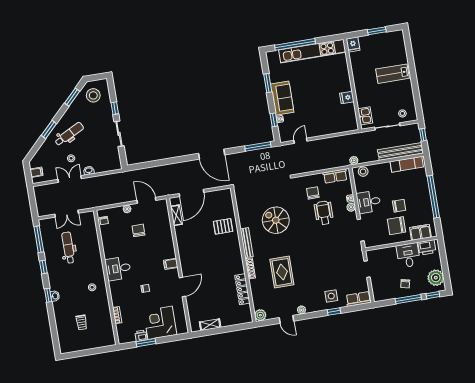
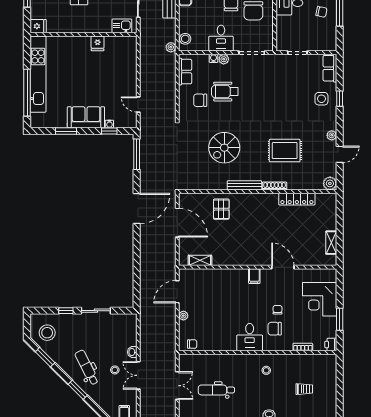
door: (191, 193) -> (177, 223), moved
chair: (138, 230) -> (275, 329), moved
printer: (141, 336) -> (331, 344), moved

